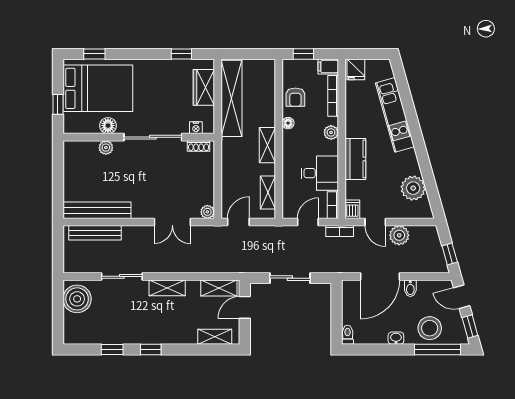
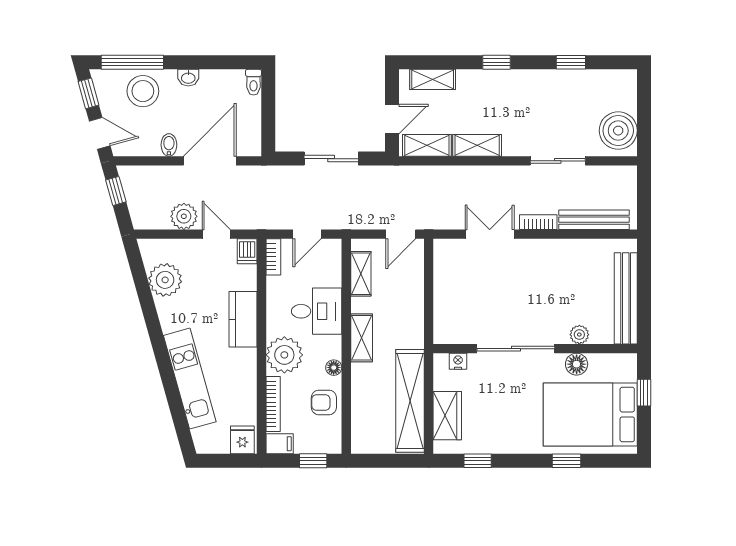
window: (94, 54) -> (567, 461), moved
armchair: (295, 97) -> (324, 402), turned -90
plant: (331, 132) -> (284, 355), width x1.88, depth x1.88
shoe rack: (199, 146) -> (454, 337), removed
desk: (320, 173) -> (317, 311), moved, turned 180
bench: (97, 210) -> (626, 298), moved, turned 90
plant: (207, 212) -> (442, 248), removed
bookcase: (340, 231) -> (538, 222), moved
shelving: (167, 288) -> (477, 145), moved
window: (151, 349) -> (497, 62), moved

